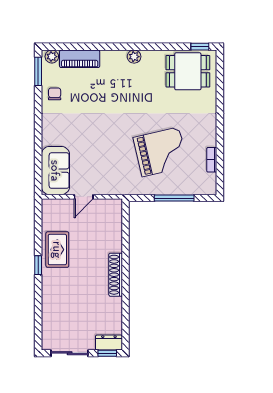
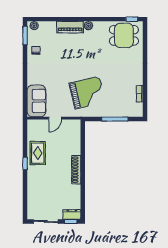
piano: (80, 59) -> (70, 27), moved
grand piano: (161, 152) -> (87, 93), moved

